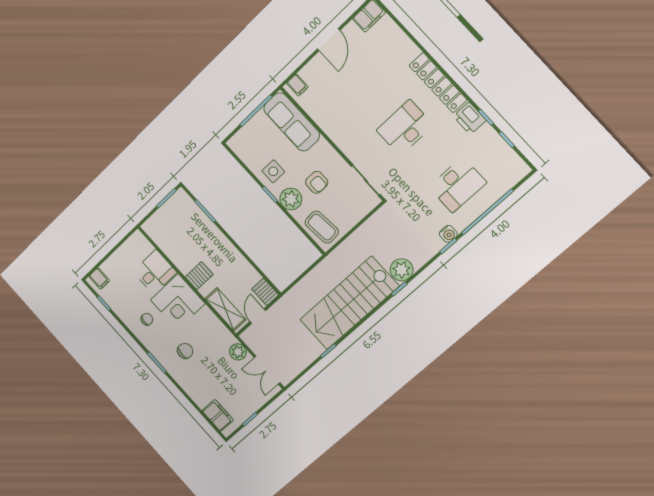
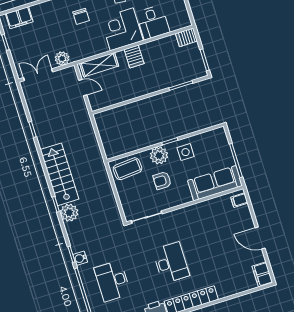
server rack: (265, 292) -> (186, 37), moved, turned 180
stairs: (349, 303) -> (60, 174), width x0.73, depth x0.66

